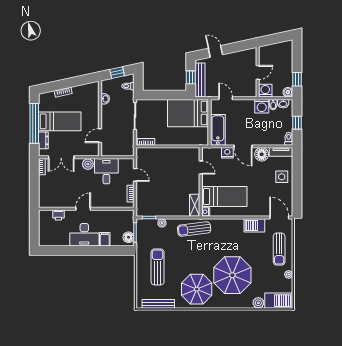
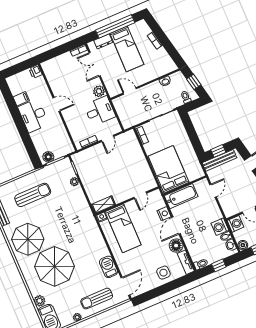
bed: (188, 113) -> (169, 169), moved
printer: (58, 215) -> (36, 71), moved
sun lounger: (194, 229) -> (82, 213), removed
filing cabinet: (105, 239) -> (21, 99), moved

